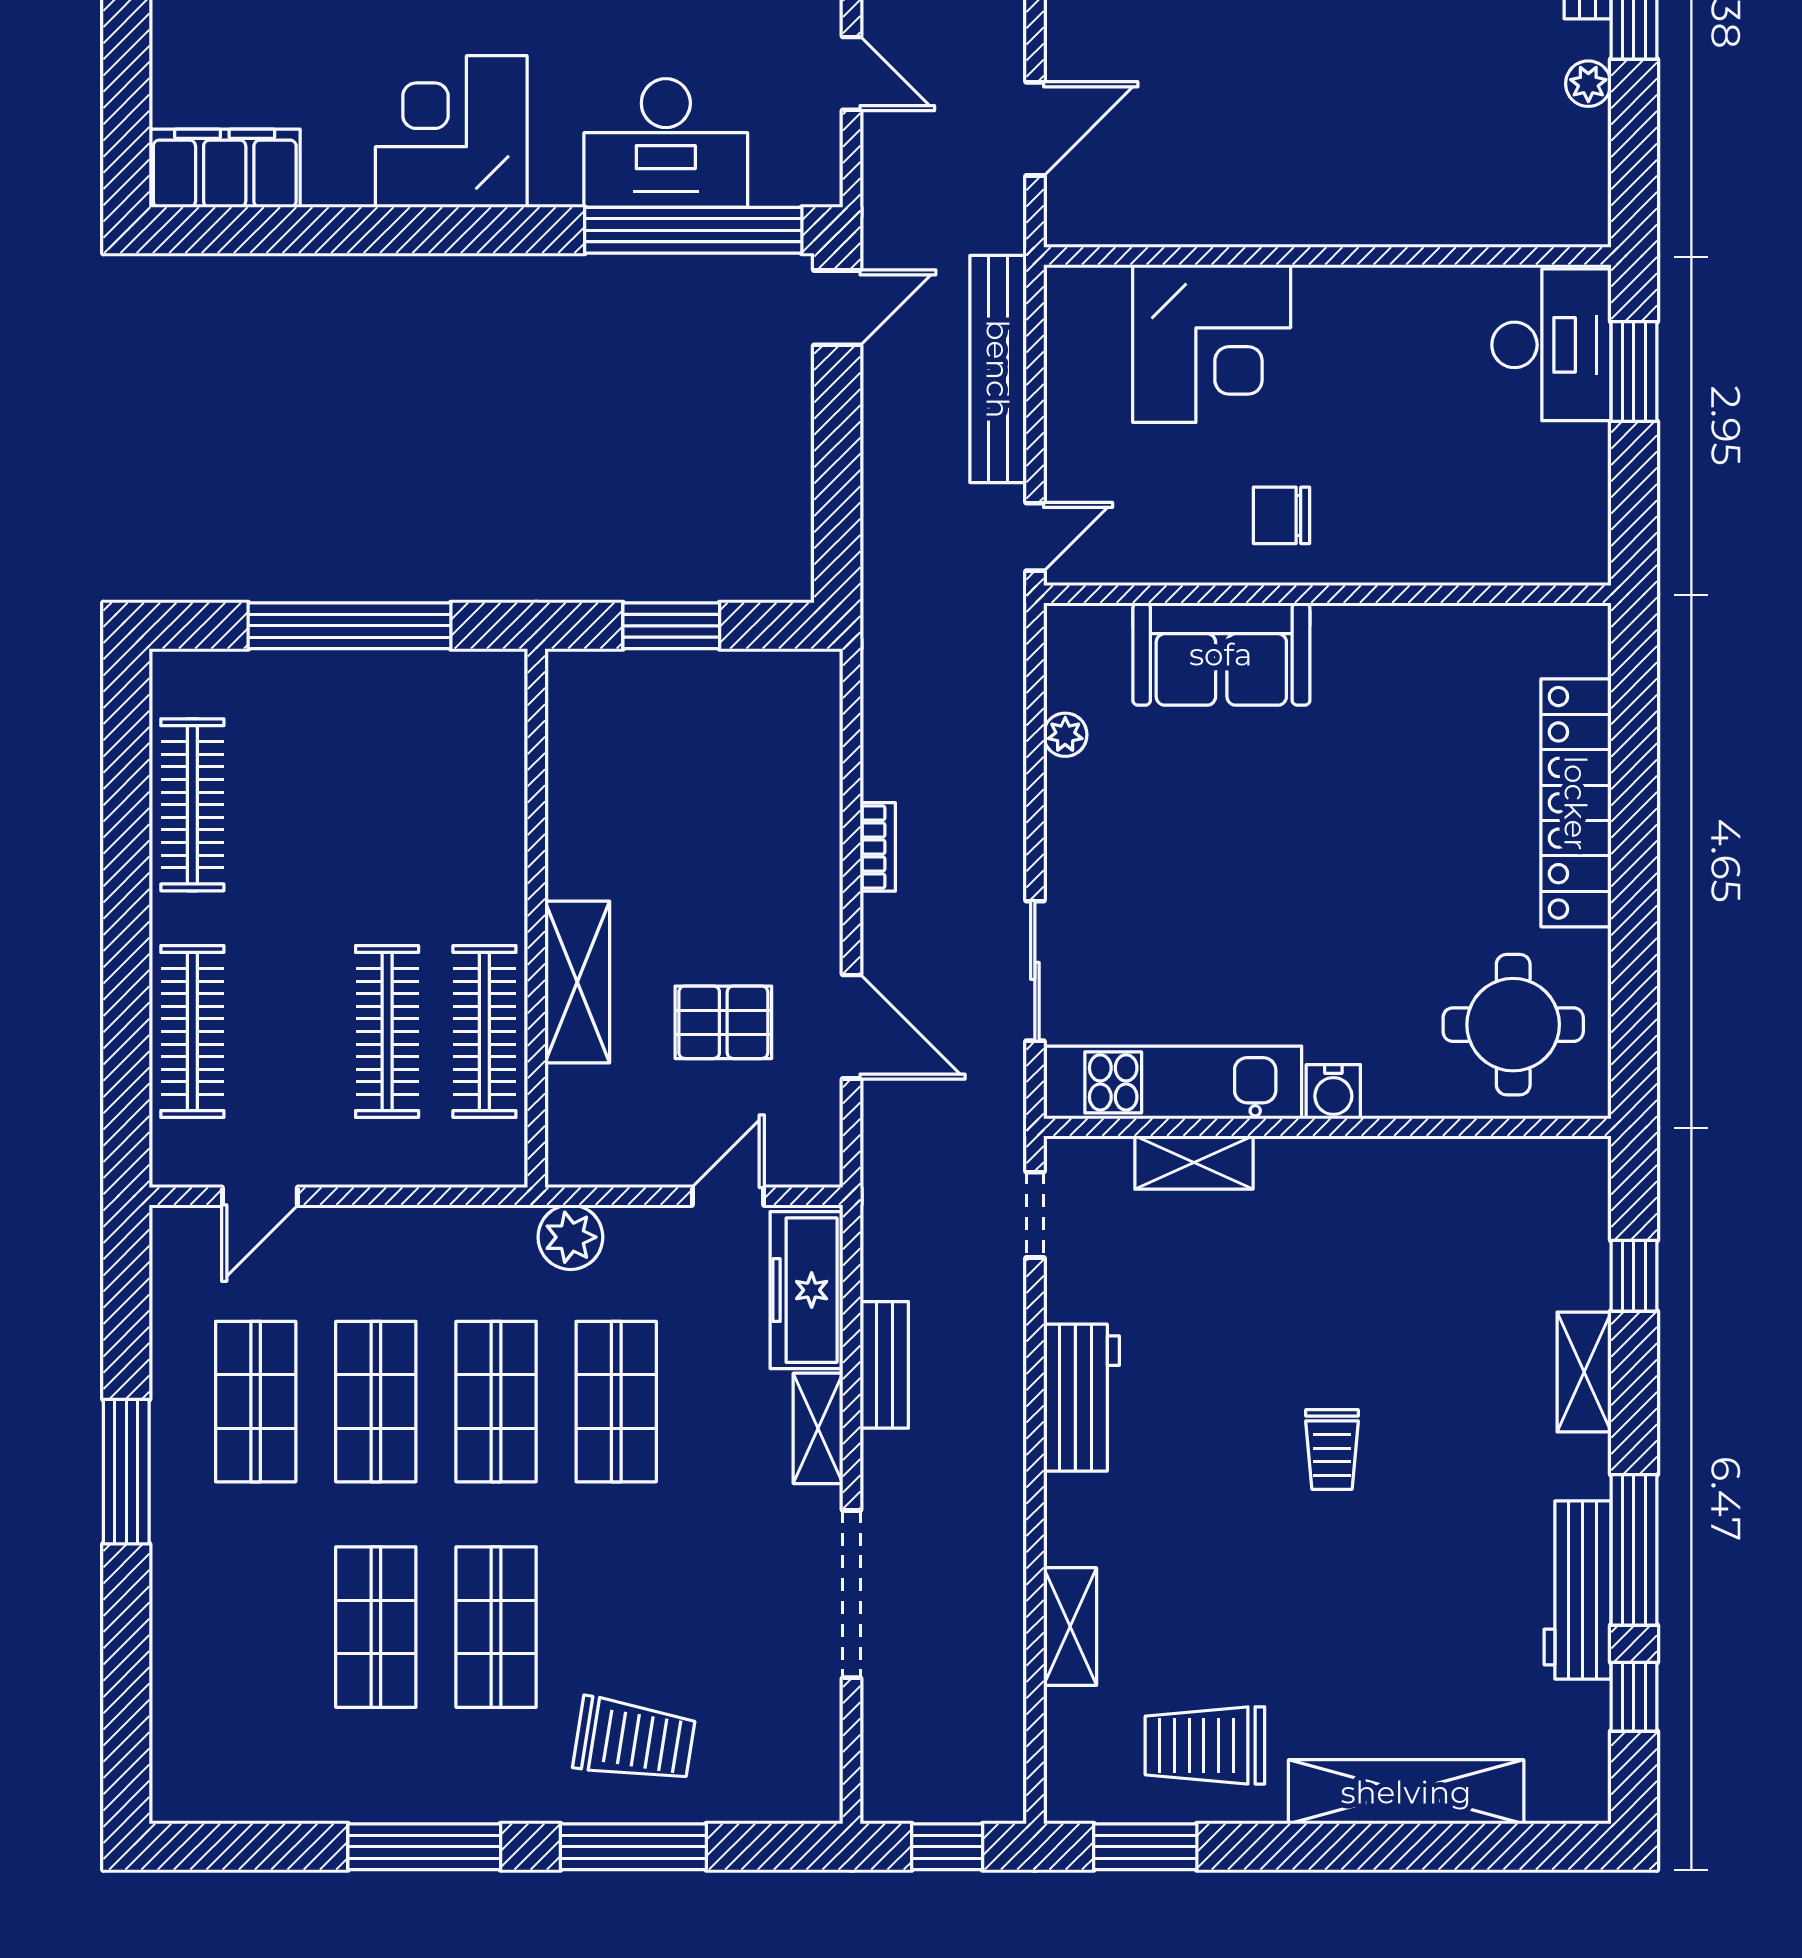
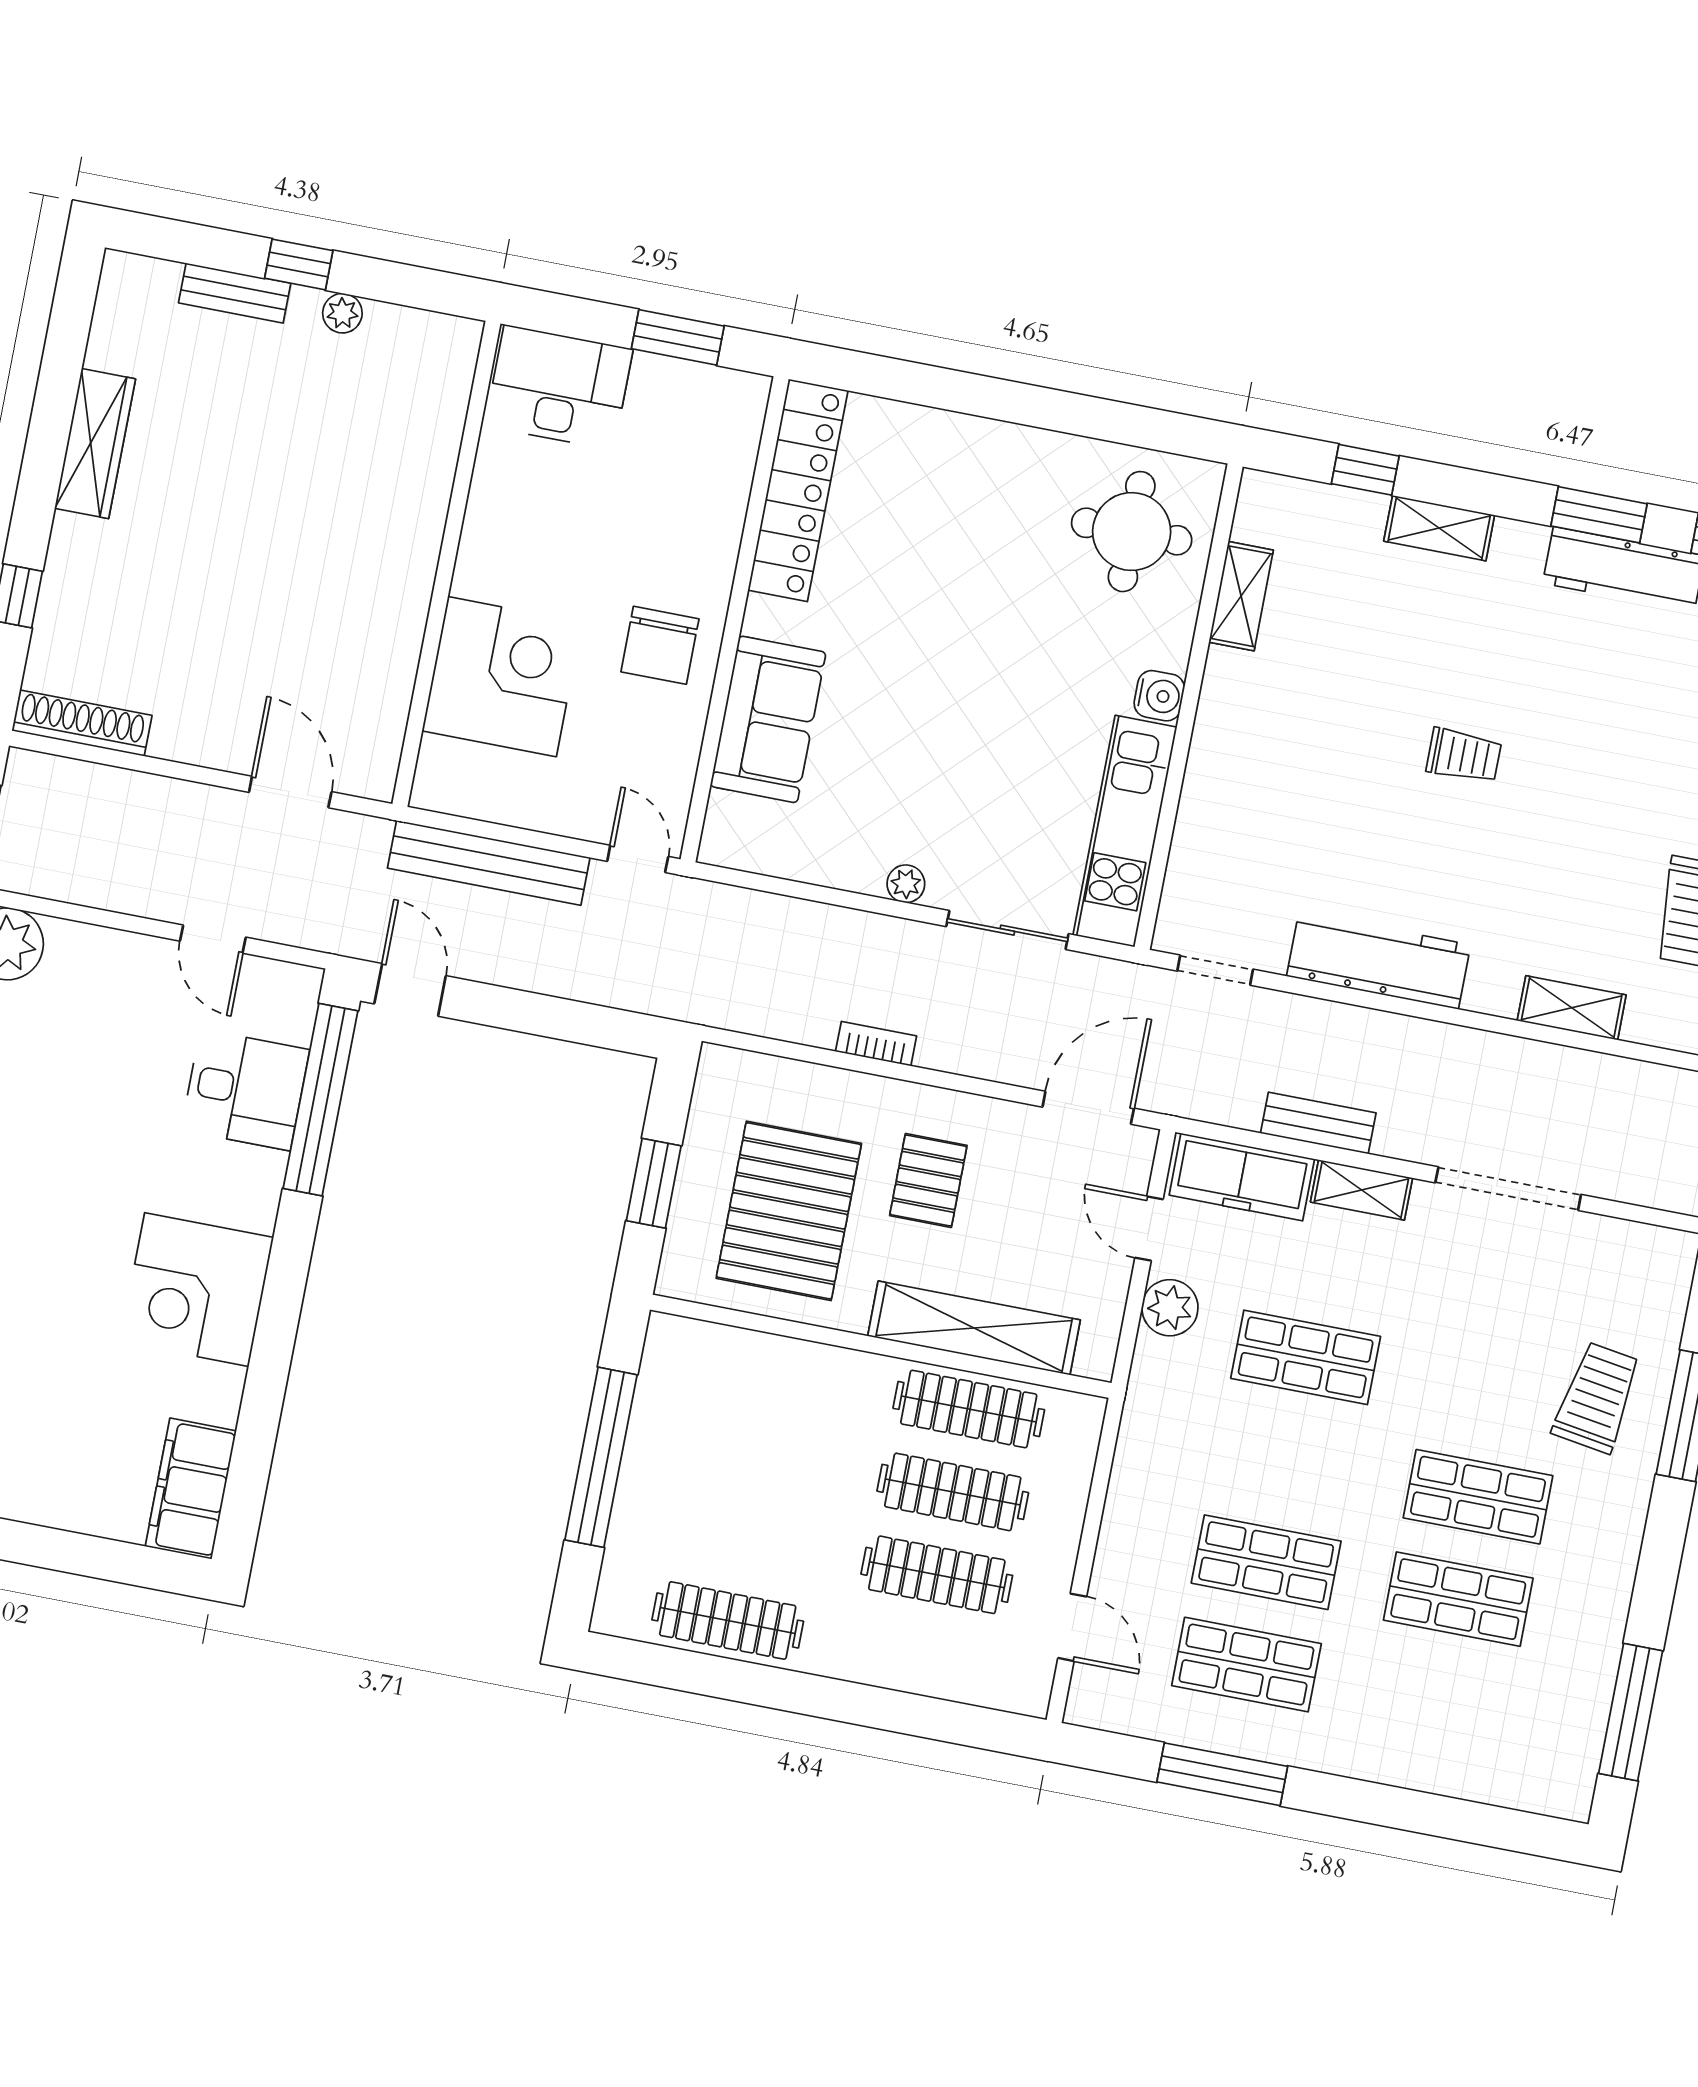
door: (851, 73) -> (213, 939), swing flipped
desk: (666, 143) -> (245, 1090), width x0.73
window: (1634, 372) -> (678, 337), moved
chair: (1282, 515) -> (660, 645), width x1.37, depth x1.37
plant: (1065, 735) -> (906, 884), moved
pallet: (669, 785) -> (789, 1211), added
locker: (1576, 803) -> (798, 490), moved, turned -90
shelving: (577, 982) -> (974, 1328), width x1.47
pallet: (723, 1022) -> (928, 1180), moved
door: (851, 1027) -> (1088, 1108), moved
clothes rail: (192, 1032) -> (937, 1575), moved
shelving: (1194, 1163) -> (1241, 596), moved
plant: (570, 1237) -> (1170, 1308), moved
workbench: (1081, 1398) -> (1379, 960), width x1.38
shop shelf: (496, 1402) -> (1286, 1460), removed
window: (126, 1472) -> (1222, 1774), moved
window: (1634, 1550) -> (1599, 515), width x0.69
window: (424, 1847) -> (1631, 1712), moved

